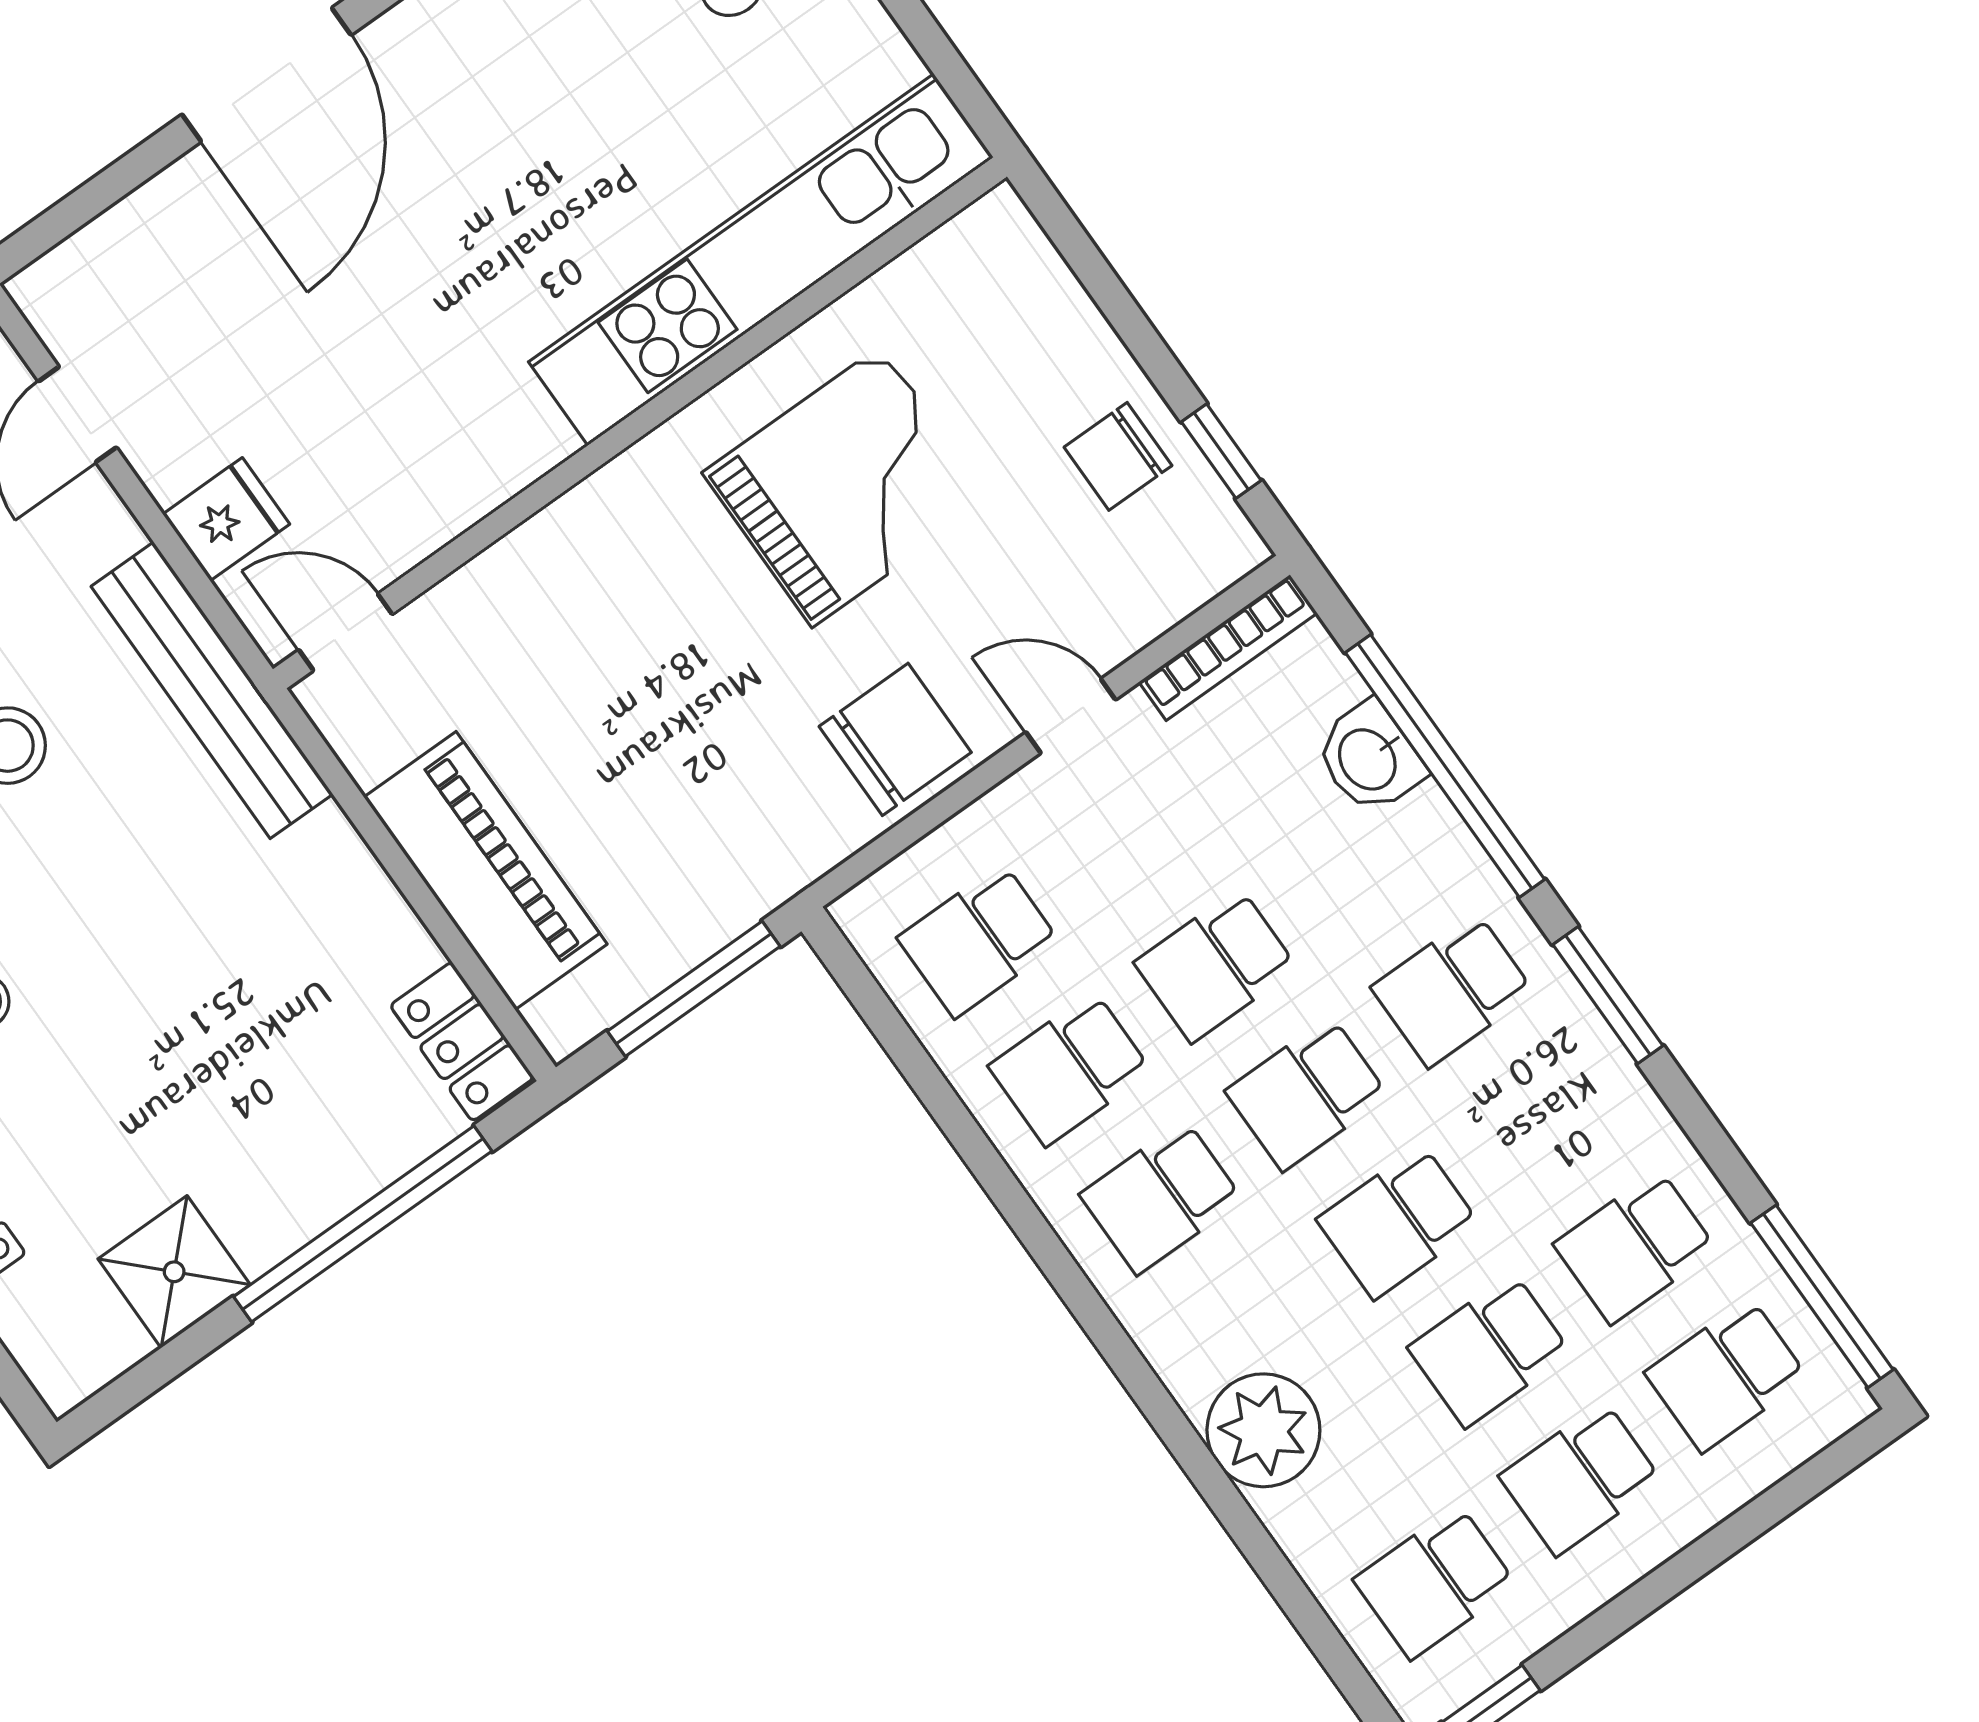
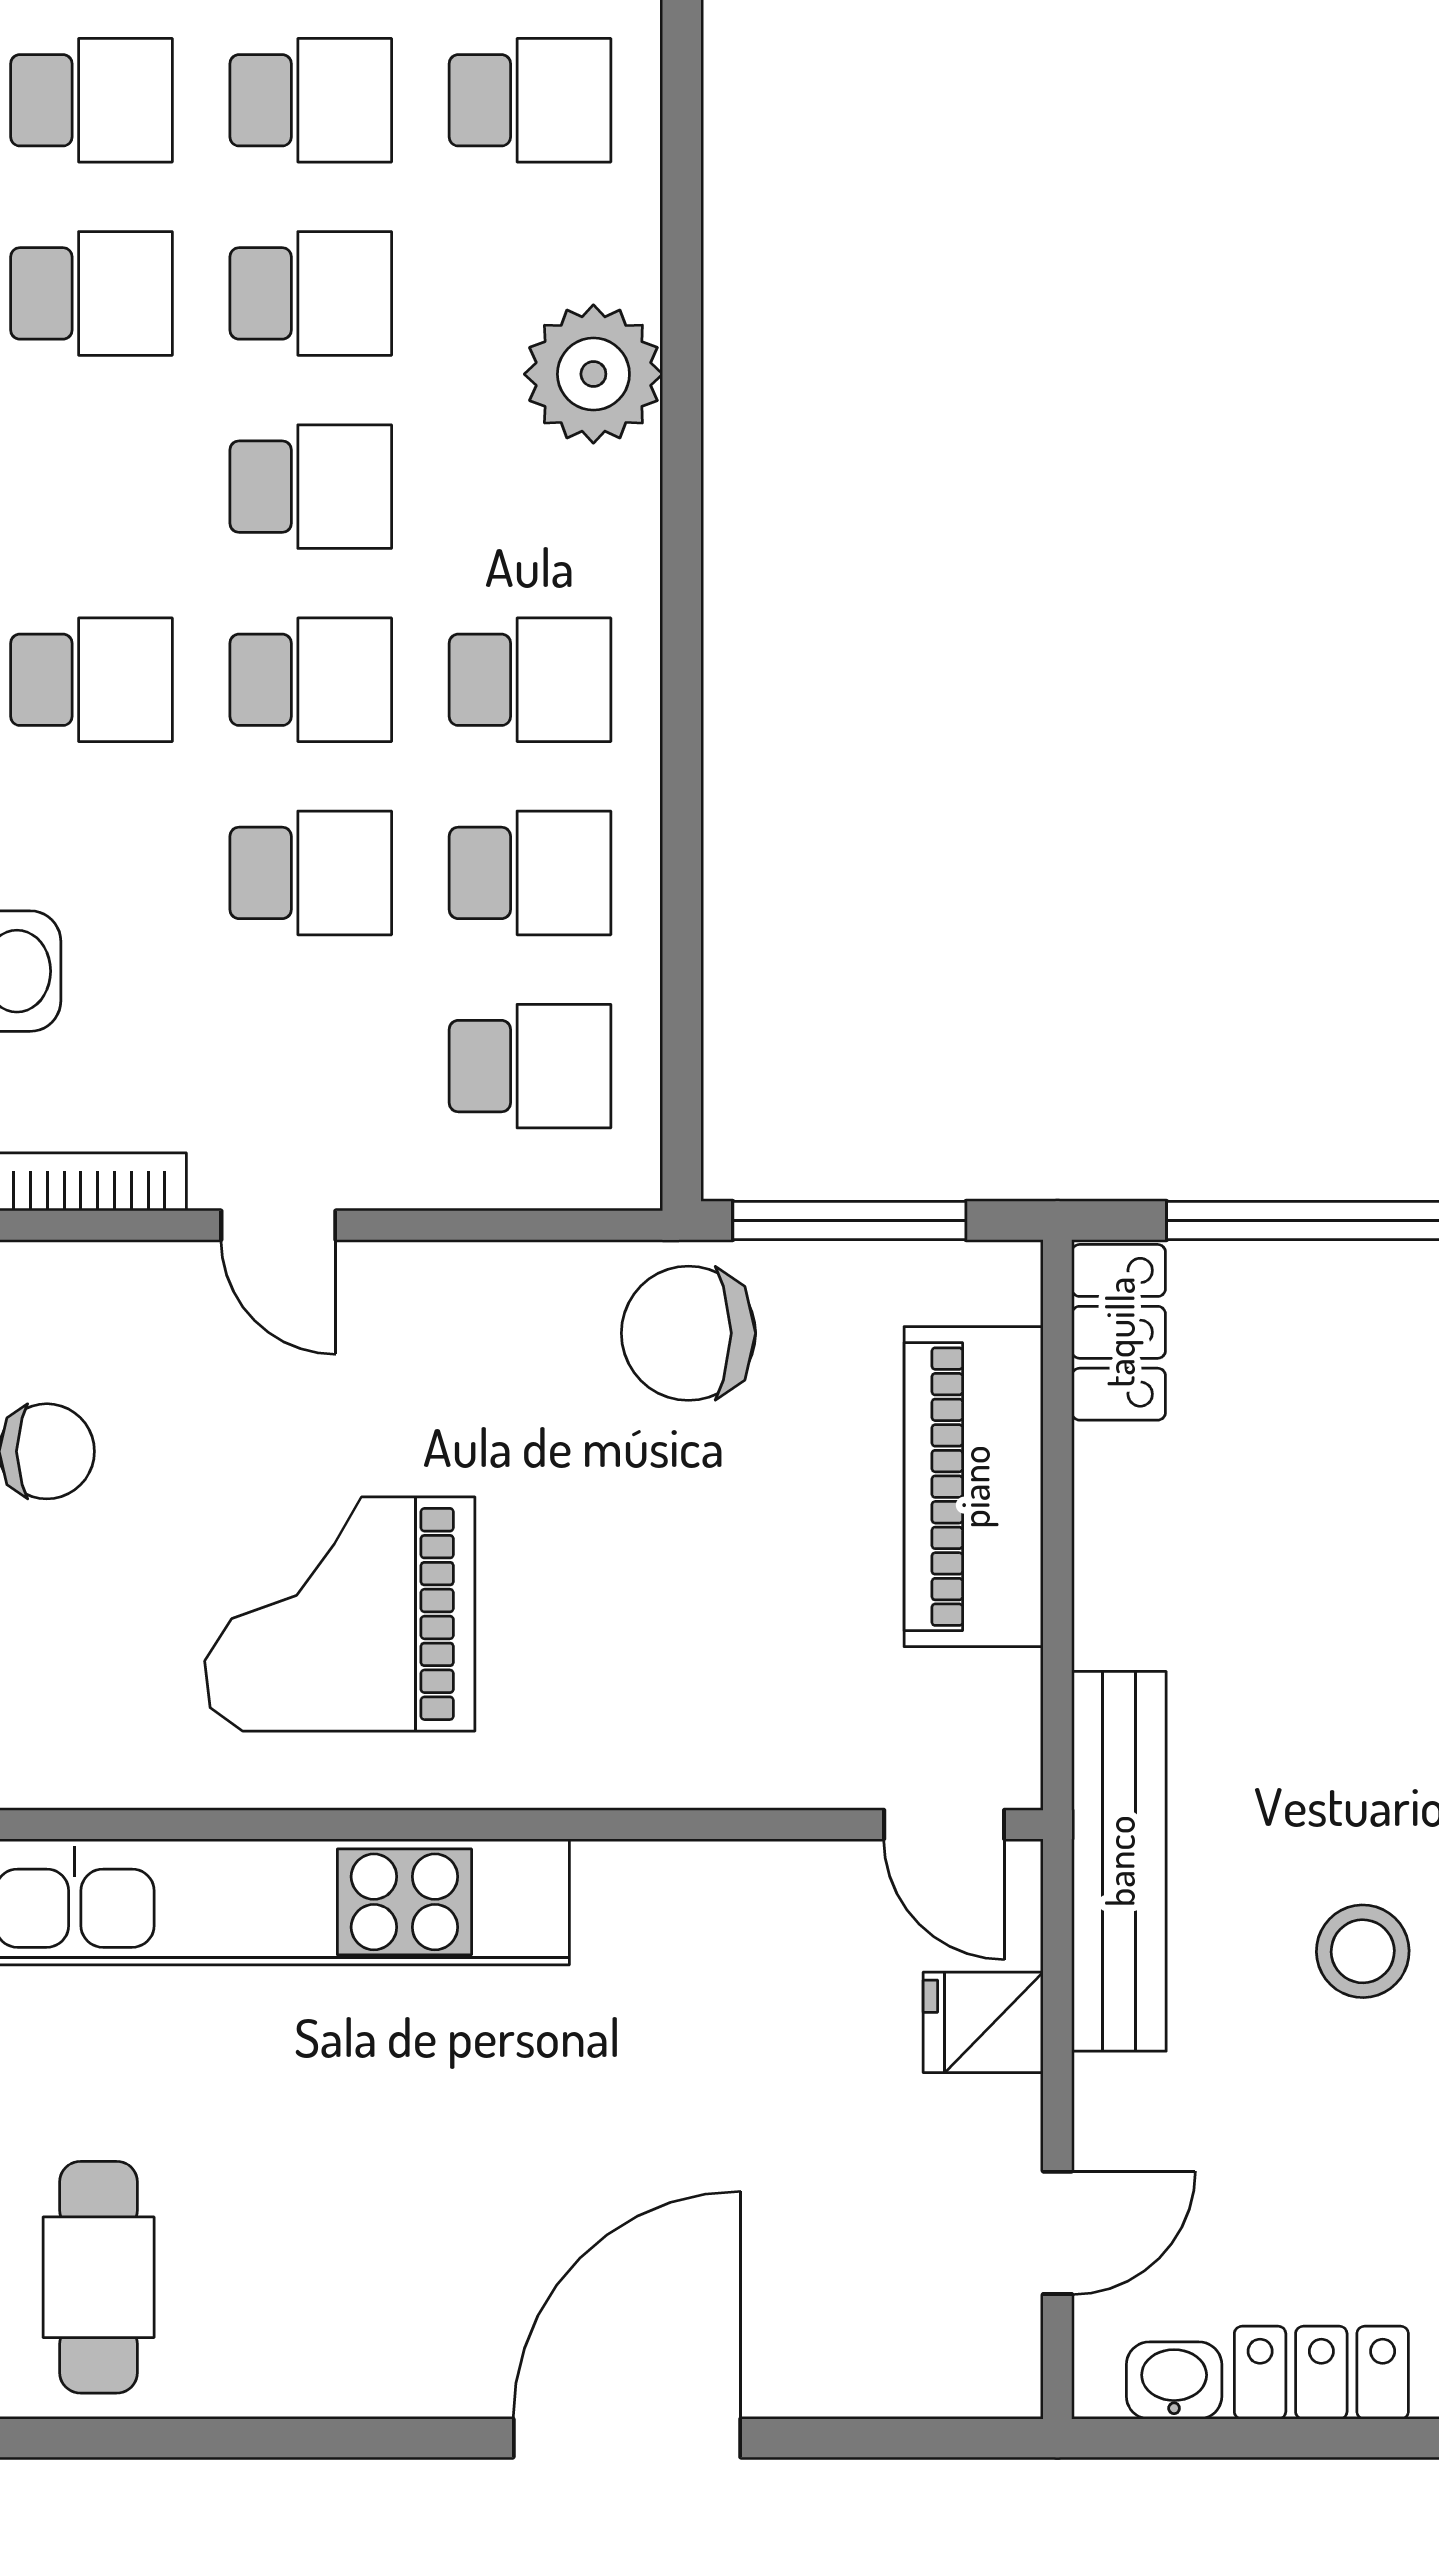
chair: (895, 739) -> (688, 1333), moved

